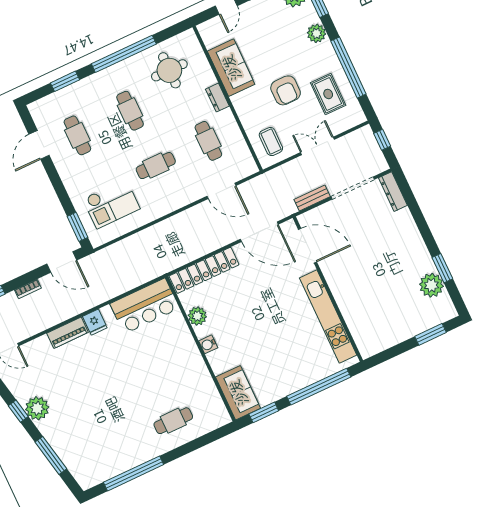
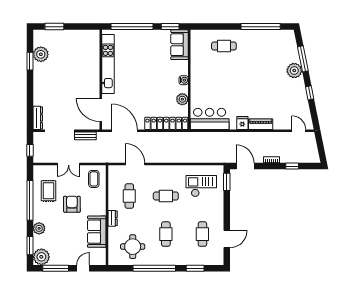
plant: (37, 408) -> (294, 71), moved

